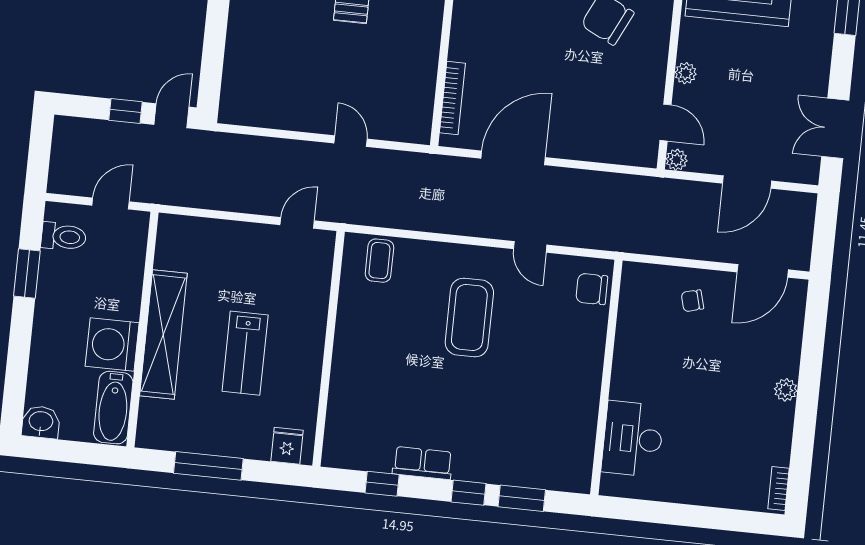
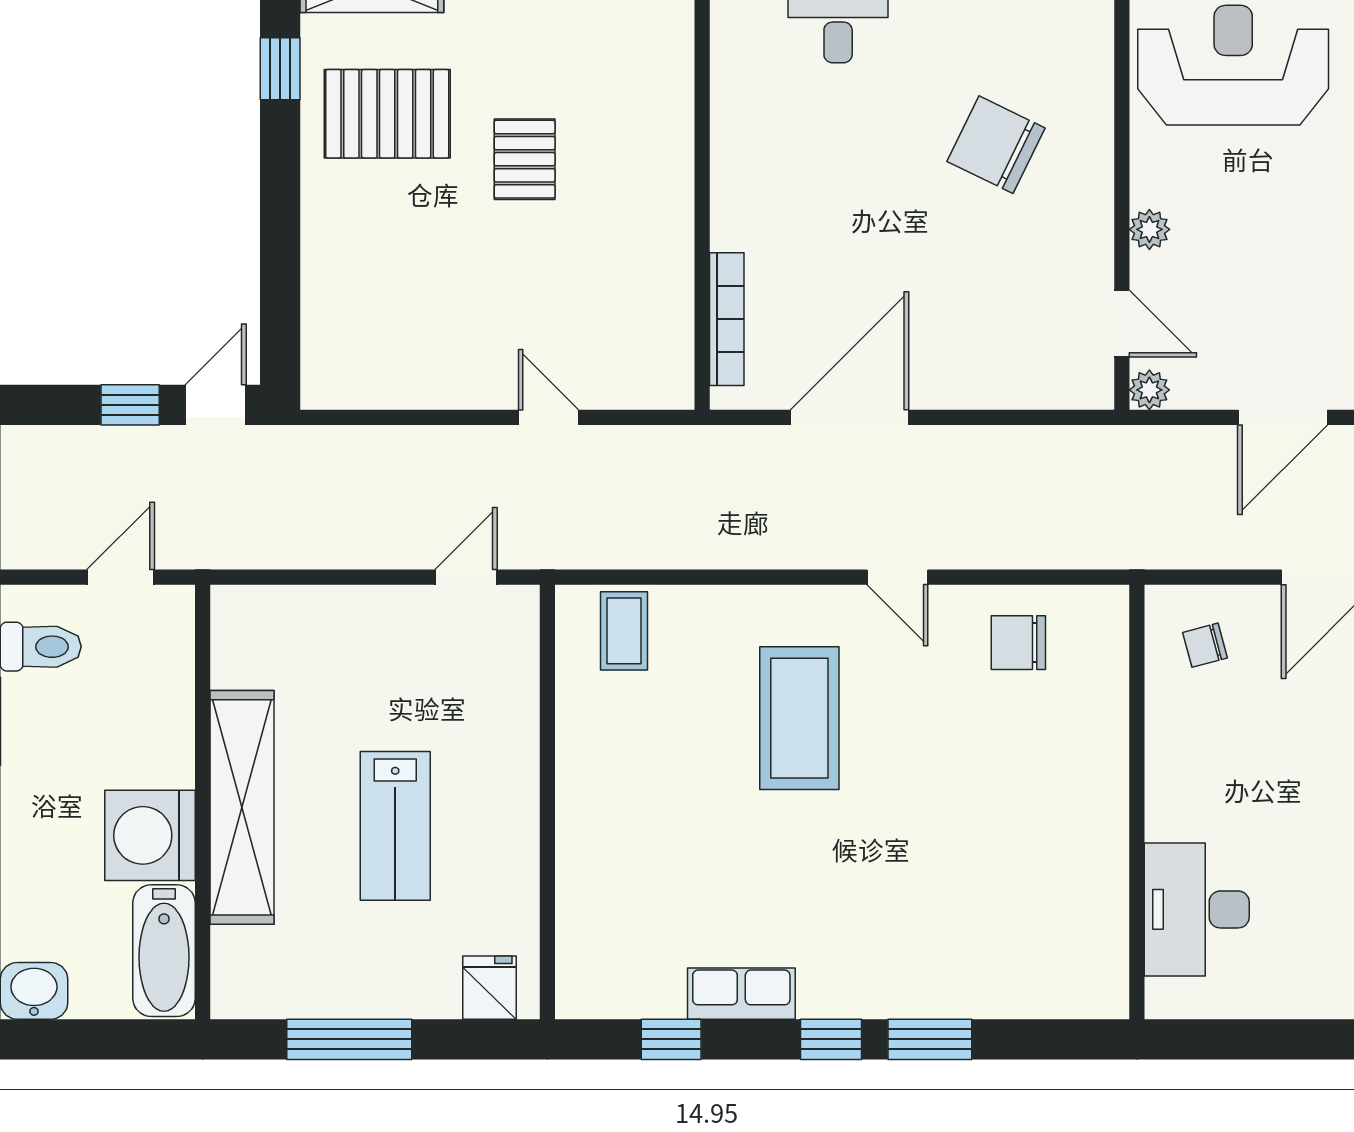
wall: (606, 377) -> (1137, 802), moved
desk: (633, 439) -> (1197, 909), moved

